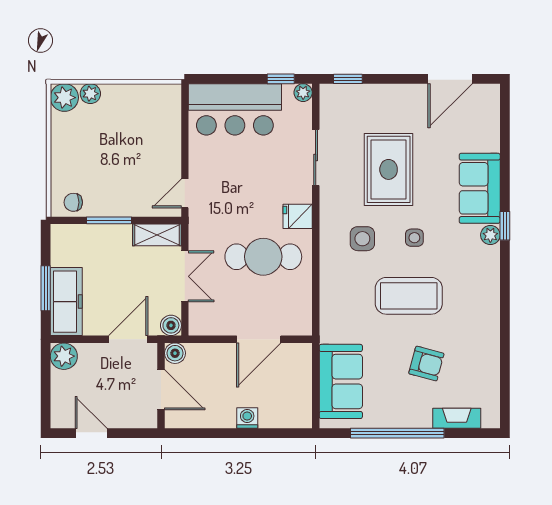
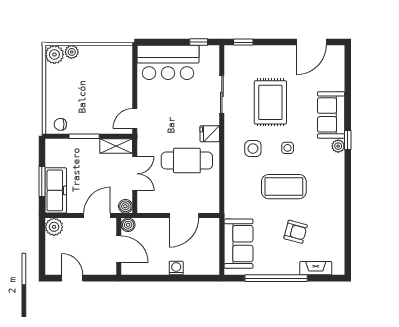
plant: (303, 93) -> (213, 51), removed

